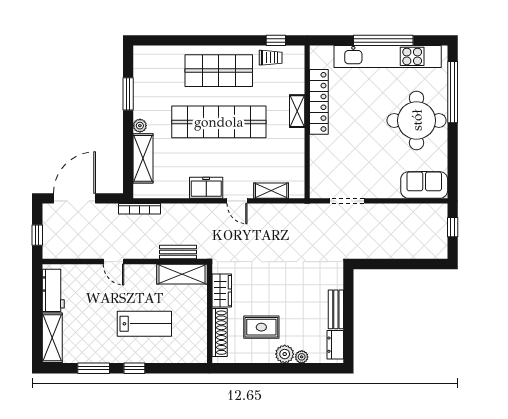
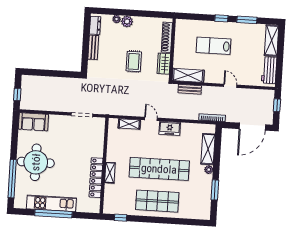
kitchen unit: (388, 56) -> (51, 203), width x0.73
trolley: (271, 58) -> (124, 207), removed
rug: (261, 327) -> (134, 61), moved, turned 90

